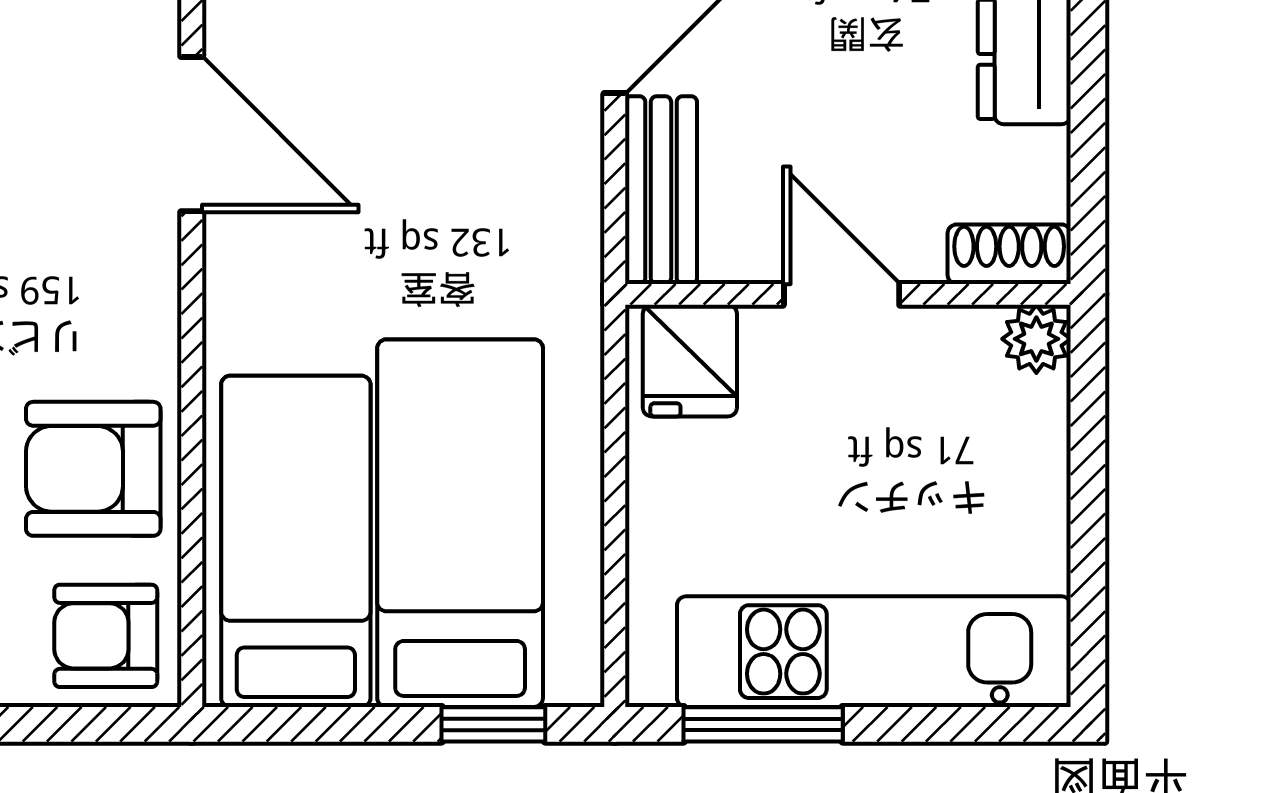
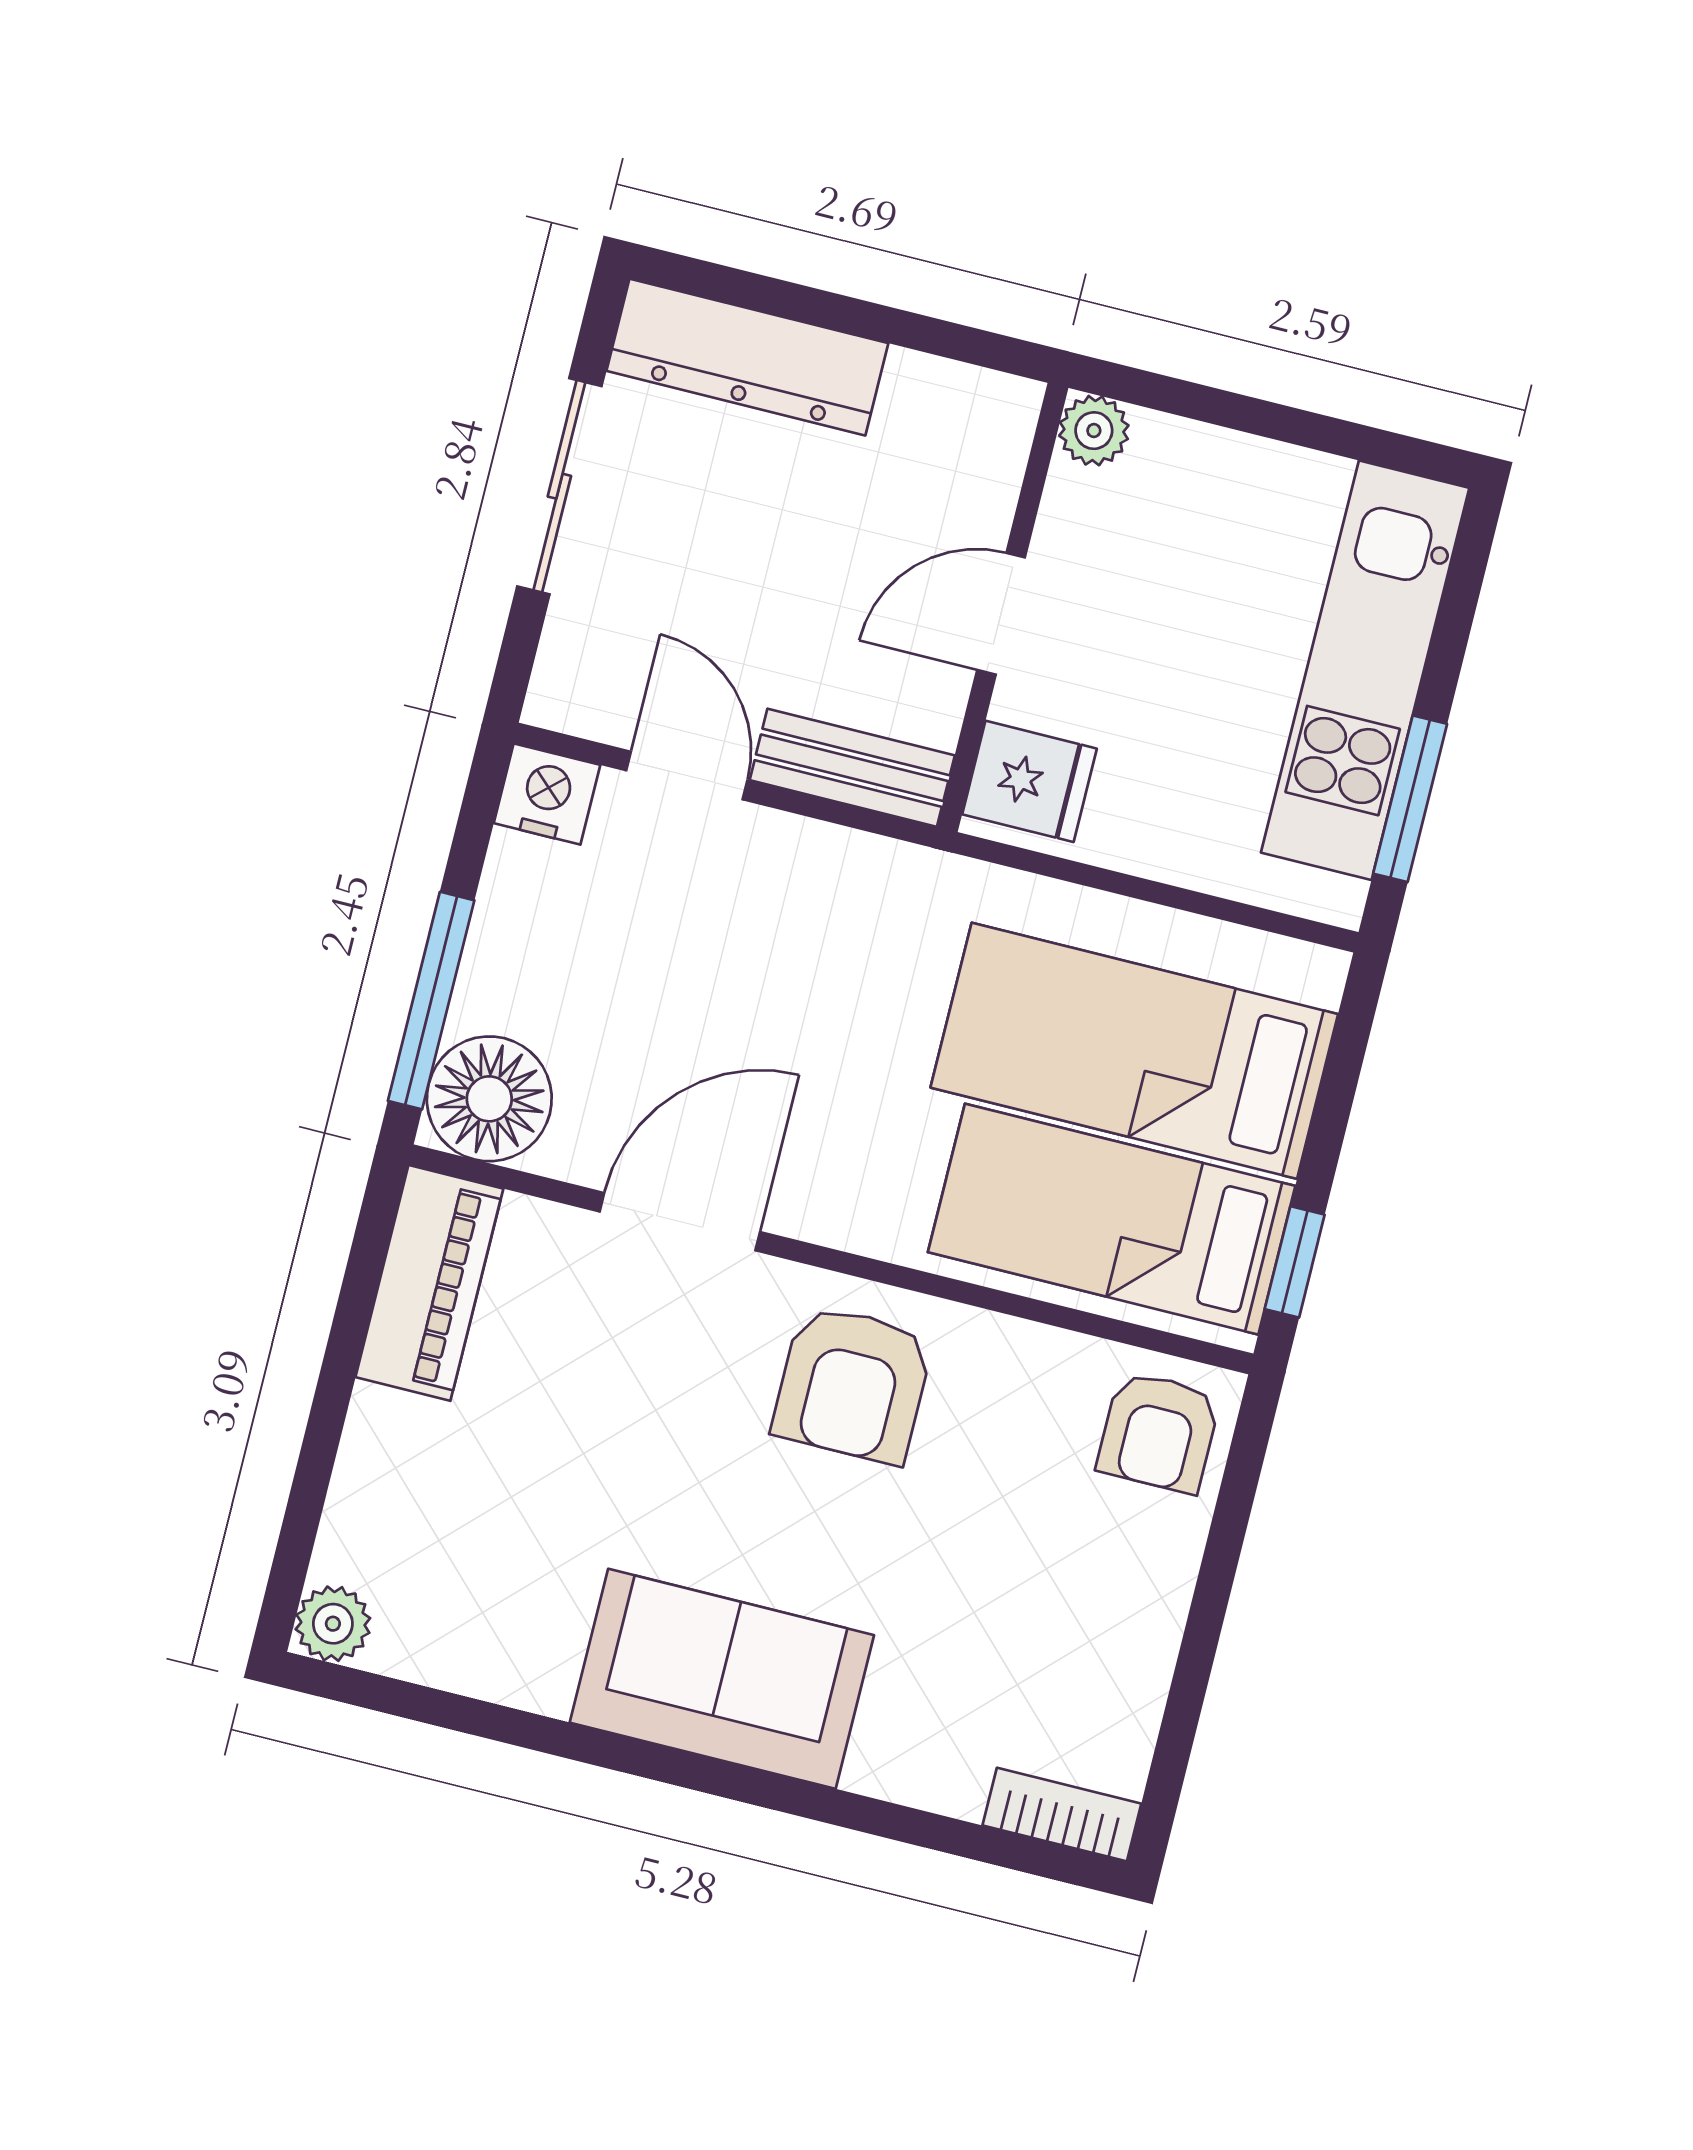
shoe rack: (1009, 254) -> (1003, 437), removed
armchair: (93, 469) -> (853, 1384), moved
window: (493, 724) -> (1295, 1262), moved

